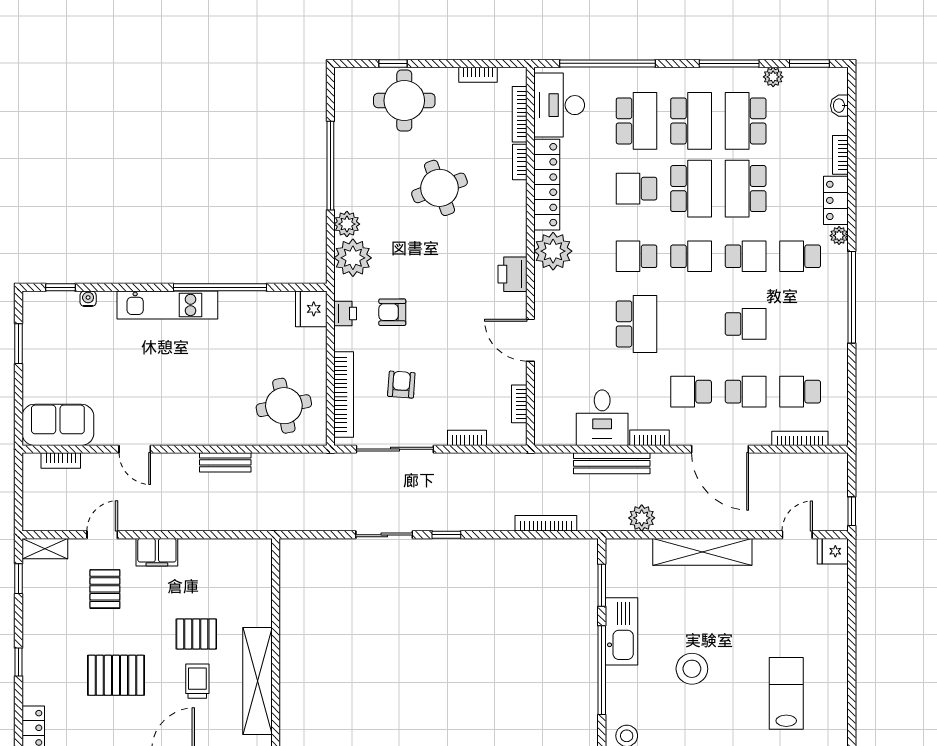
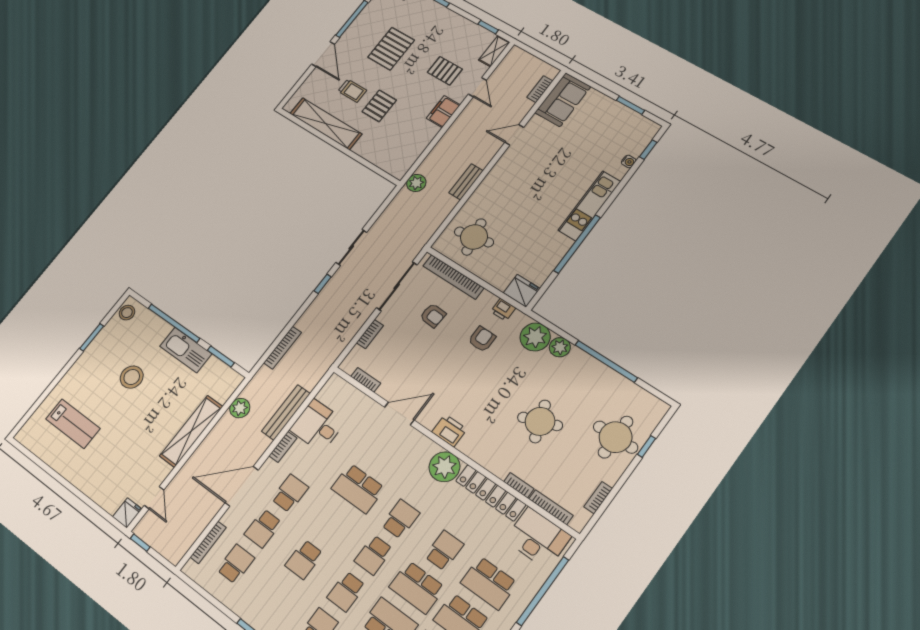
plant: (262, 518) -> (416, 183), added

